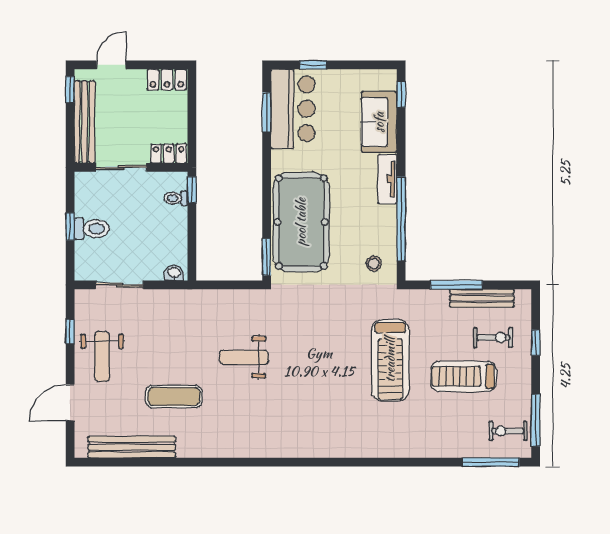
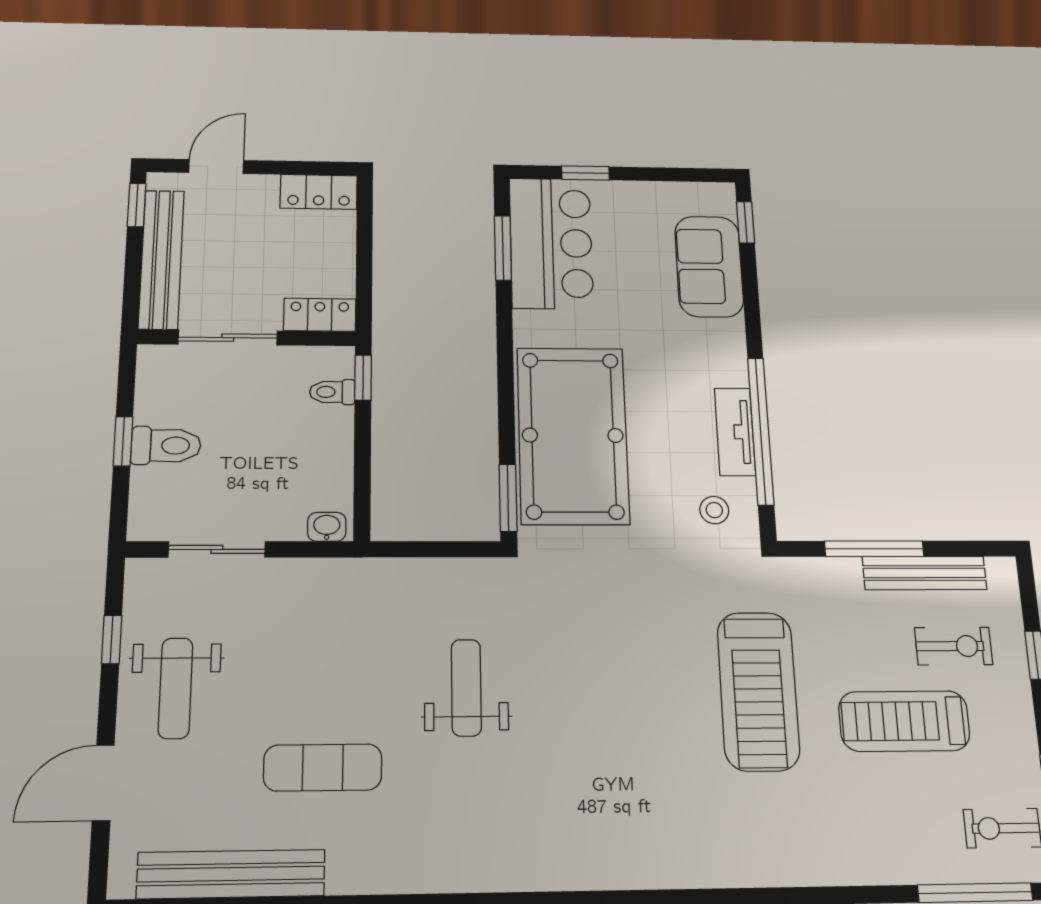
tv unit: (387, 179) -> (735, 432), moved
weight bench: (244, 357) -> (466, 688), turned 90

